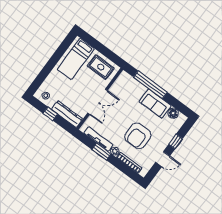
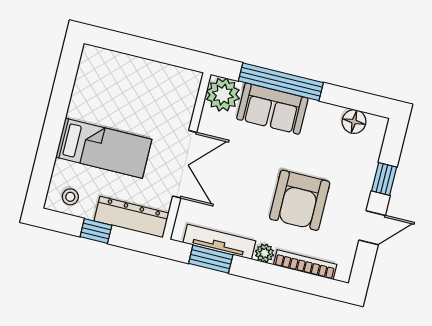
bed: (76, 59) -> (104, 148), moved, turned -90
rug: (101, 67) -> (161, 88), removed
plant: (125, 80) -> (223, 95), added
sofa: (155, 104) -> (272, 109), moved
window: (101, 152) -> (211, 259), moved

